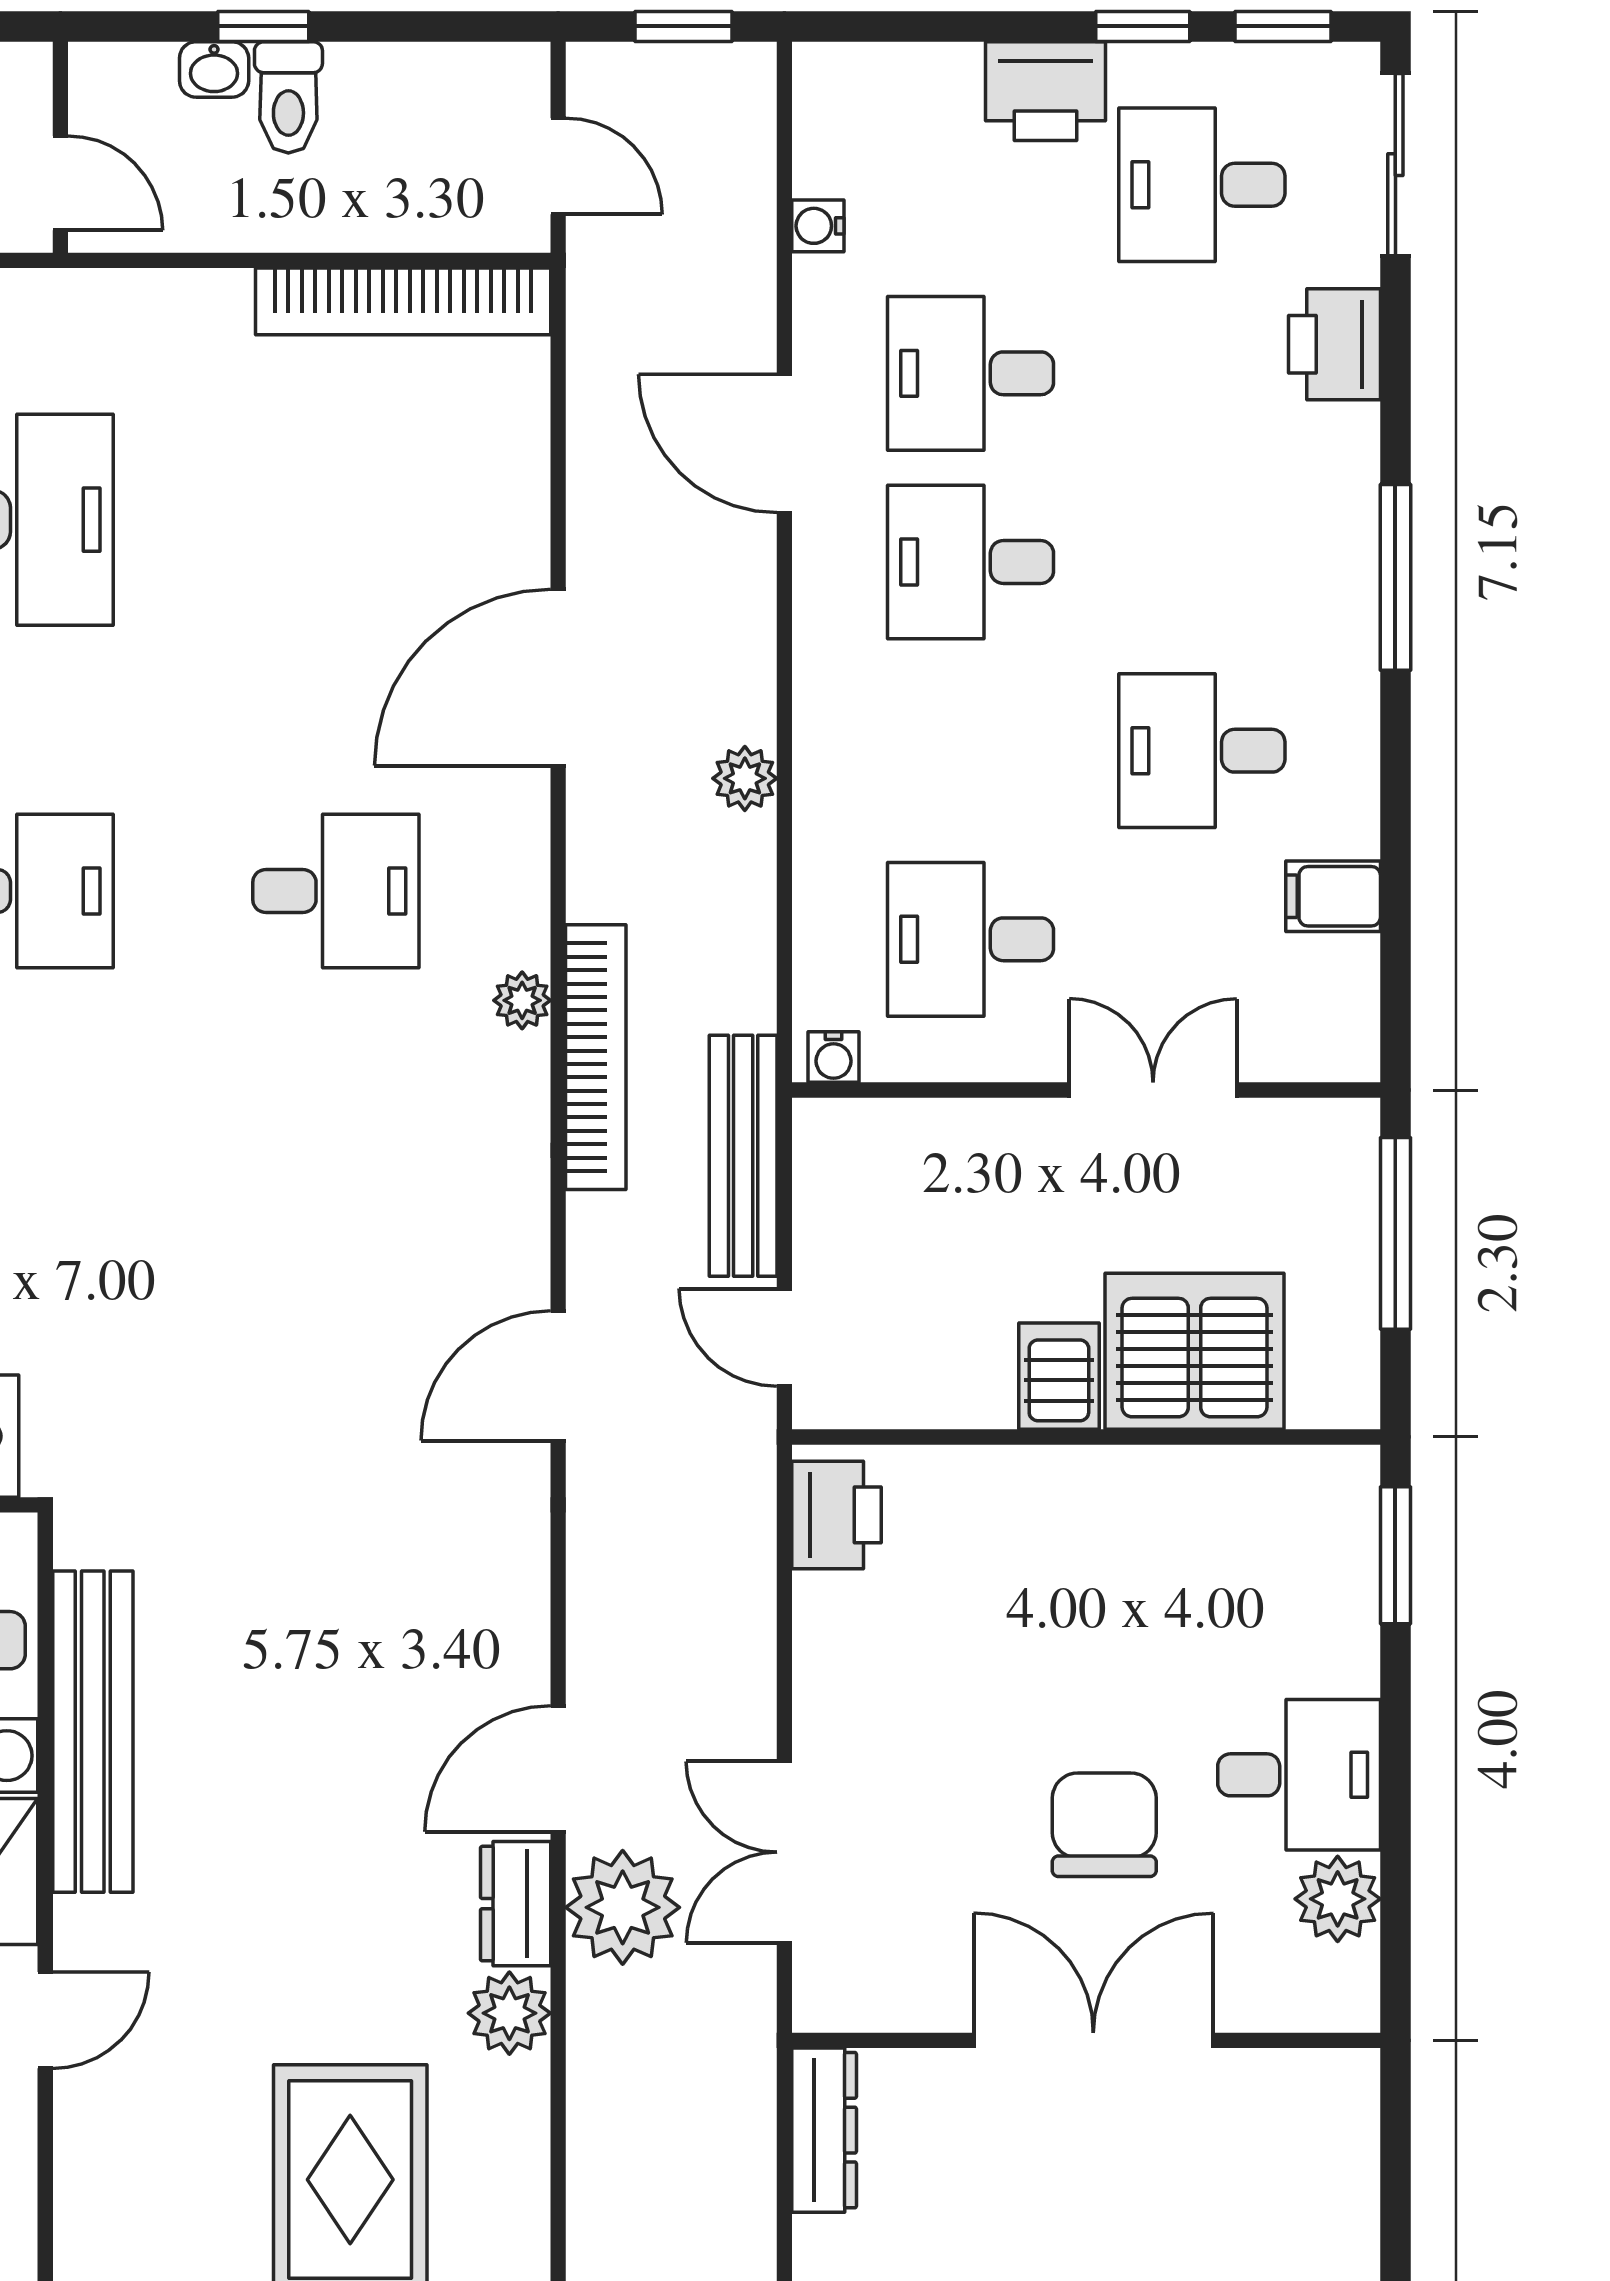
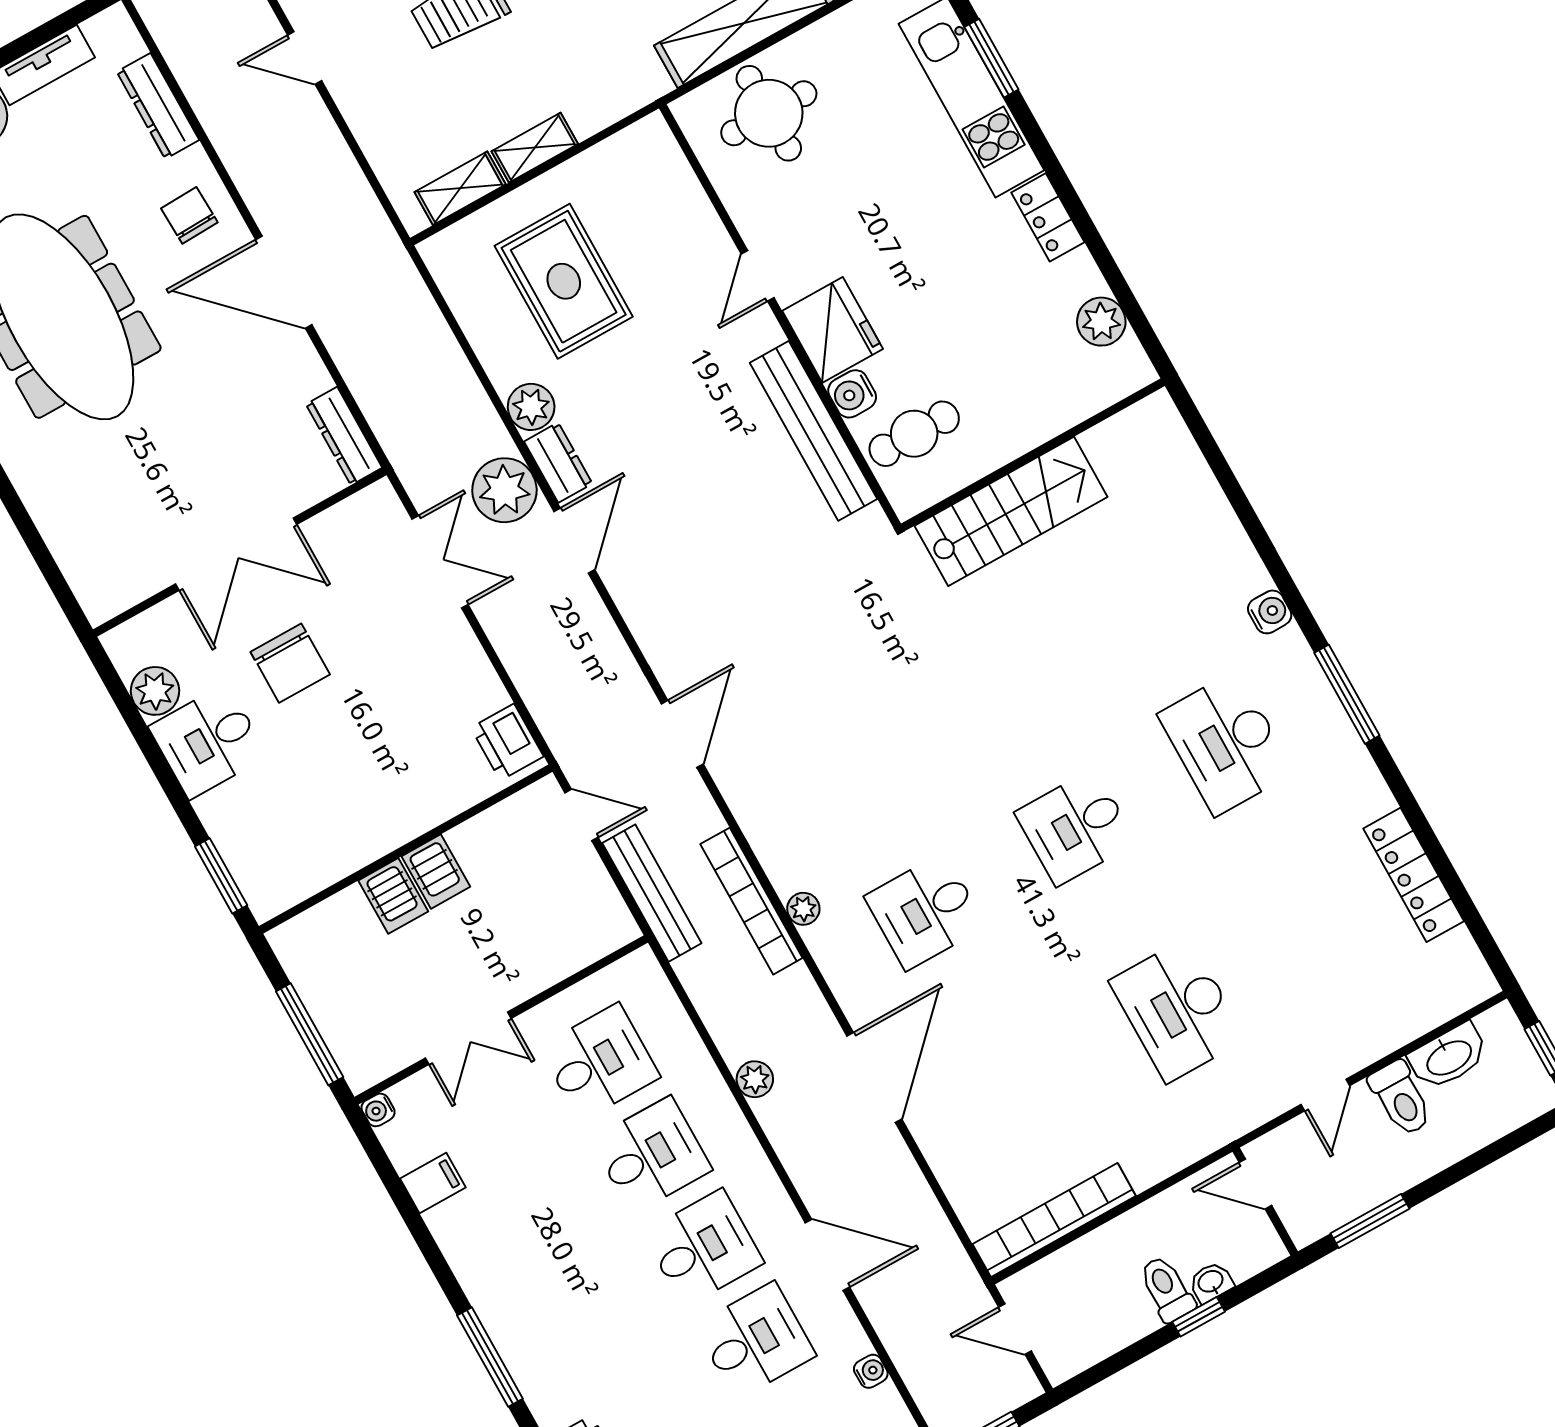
desk: (1202, 751) -> (651, 1155), moved
water cooler: (833, 1057) -> (378, 1110), moved, turned -90
server rack: (1194, 1351) -> (393, 896), width x0.46, depth x0.70

